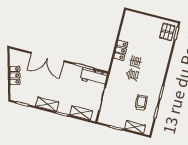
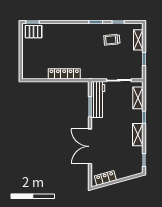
locker: (121, 50) -> (64, 74), width x1.53
double door: (48, 57) -> (90, 146), swing flipped
locker: (15, 75) -> (105, 178), moved
workbench: (94, 77) -> (98, 99), width x1.38

